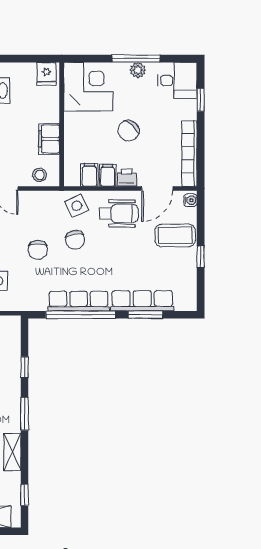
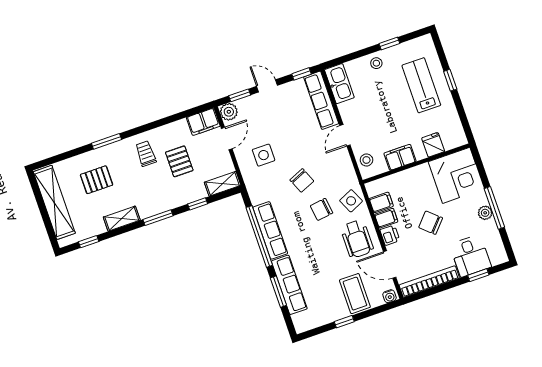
fridge: (46, 74) -> (433, 145), moved, turned 90
desk: (177, 80) -> (470, 256), moved
chair: (38, 250) -> (302, 180), turned -113
shelving: (12, 334) -> (223, 184), added

